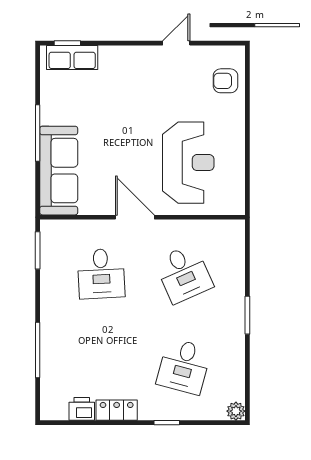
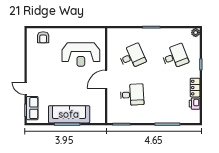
door: (176, 43) -> (26, 88), moved
reception desk: (188, 163) -> (81, 55), turned 180
sofa: (59, 171) -> (69, 114), moved
desk: (184, 366) -> (175, 57), turned -36

